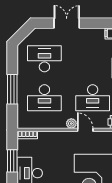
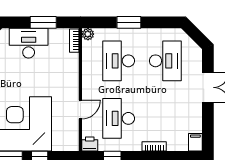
window: (12, 89) -> (129, 22), width x0.69
plant: (71, 124) -> (88, 34), moved

